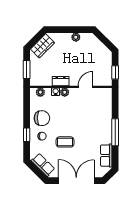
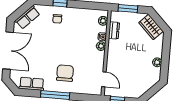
dresser: (61, 81) -> (114, 30), moved
door: (85, 87) -> (104, 79), moved
chair: (42, 118) -> (65, 73), moved, turned 180
coffee table: (65, 142) -> (49, 42), removed

